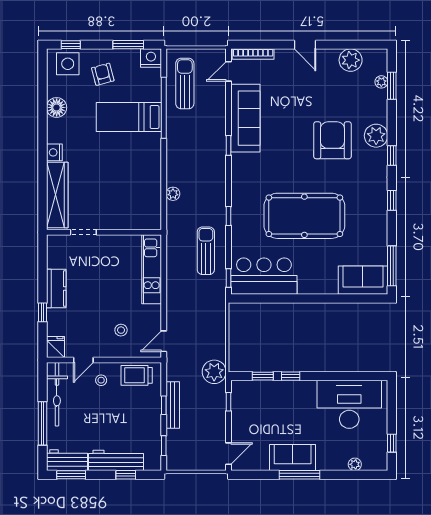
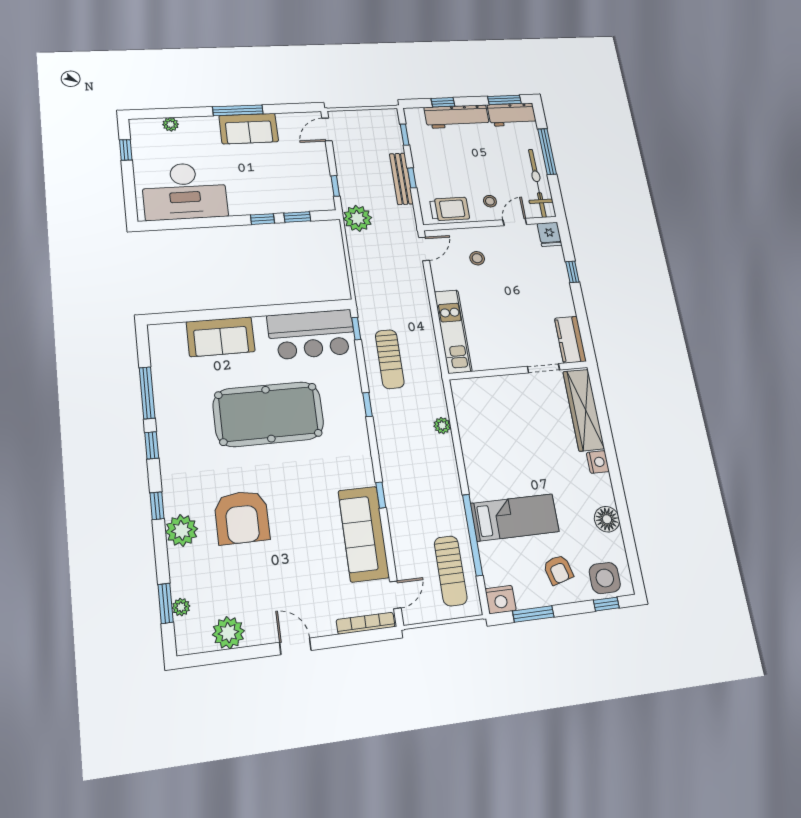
window: (392, 266) -> (147, 393), moved
sofa: (363, 280) -> (221, 337), moved
kitchen counter: (56, 289) -> (570, 340), moved

